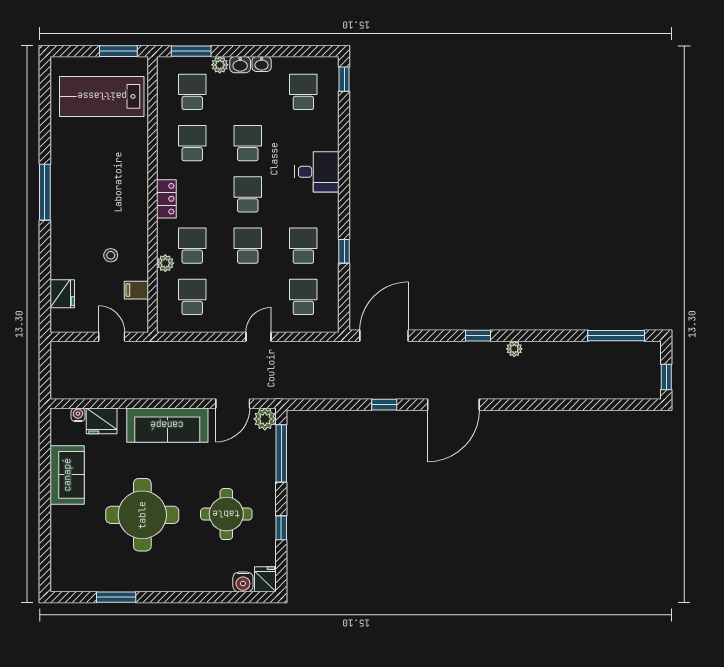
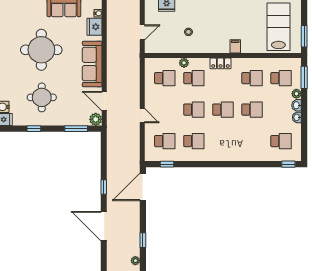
desk: (317, 172) -> (236, 149), removed
window: (344, 251) -> (167, 164), moved
filing cabinet: (136, 290) -> (235, 46), moved
door: (384, 336) -> (143, 187), swing flipped
window: (281, 453) -> (76, 129), width x0.69

